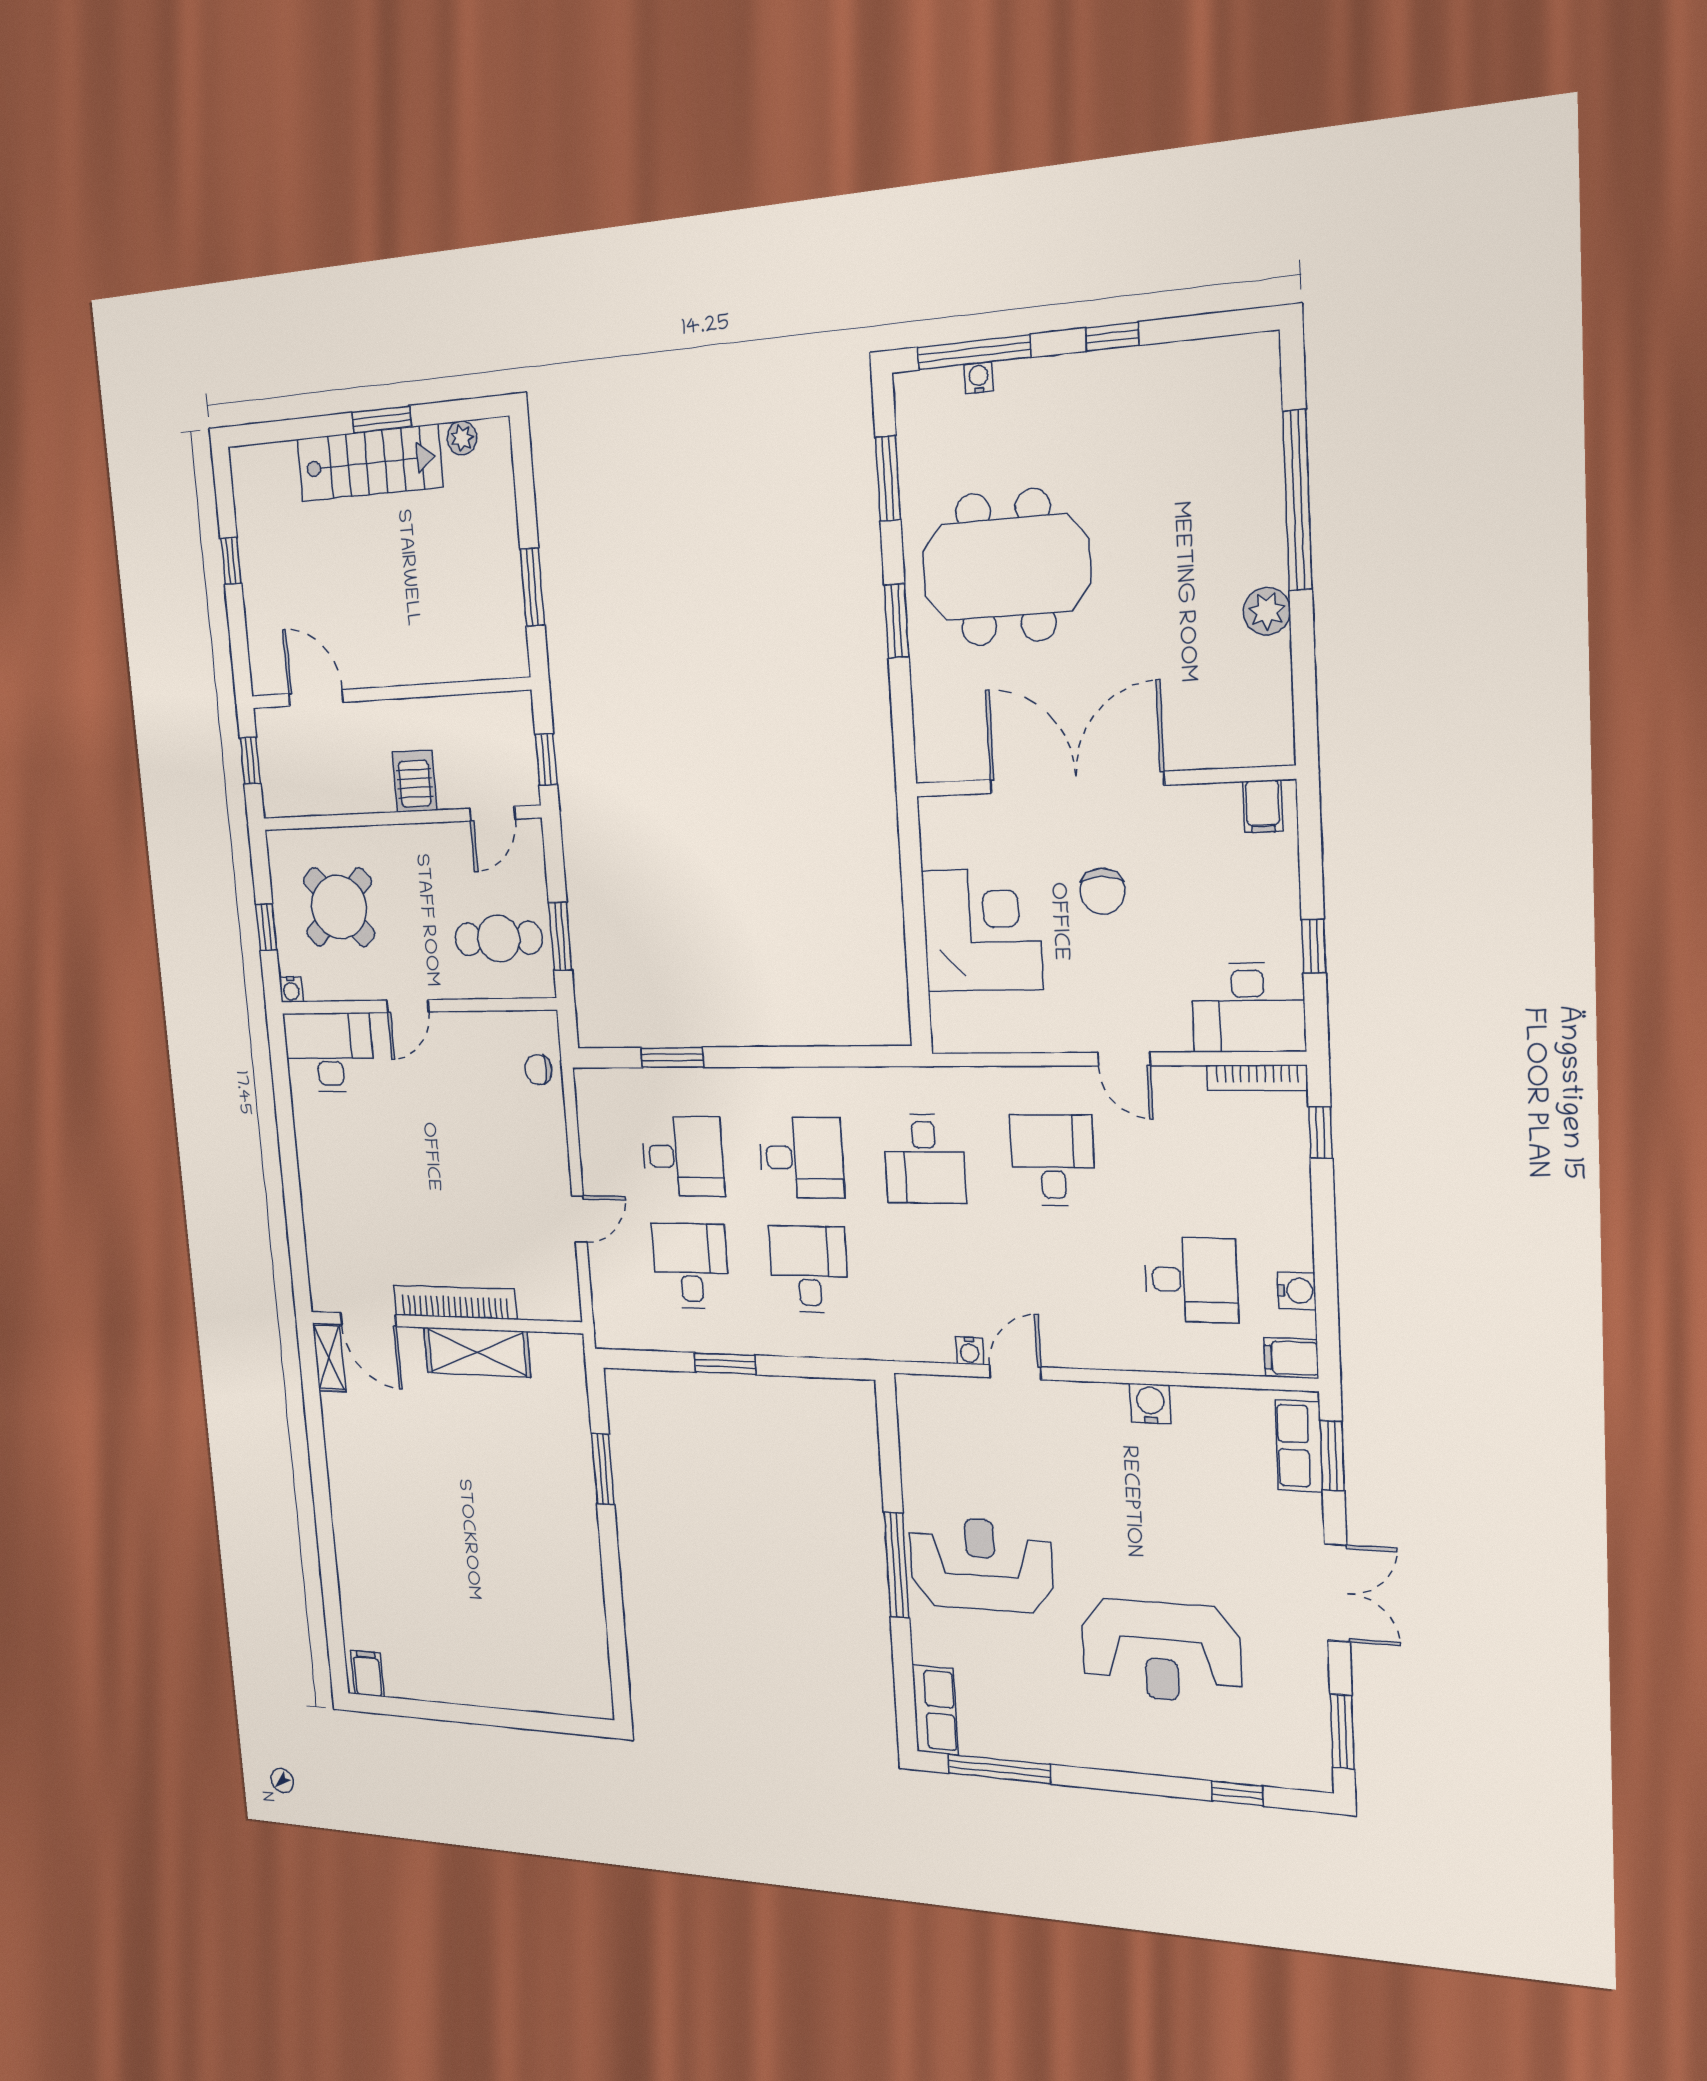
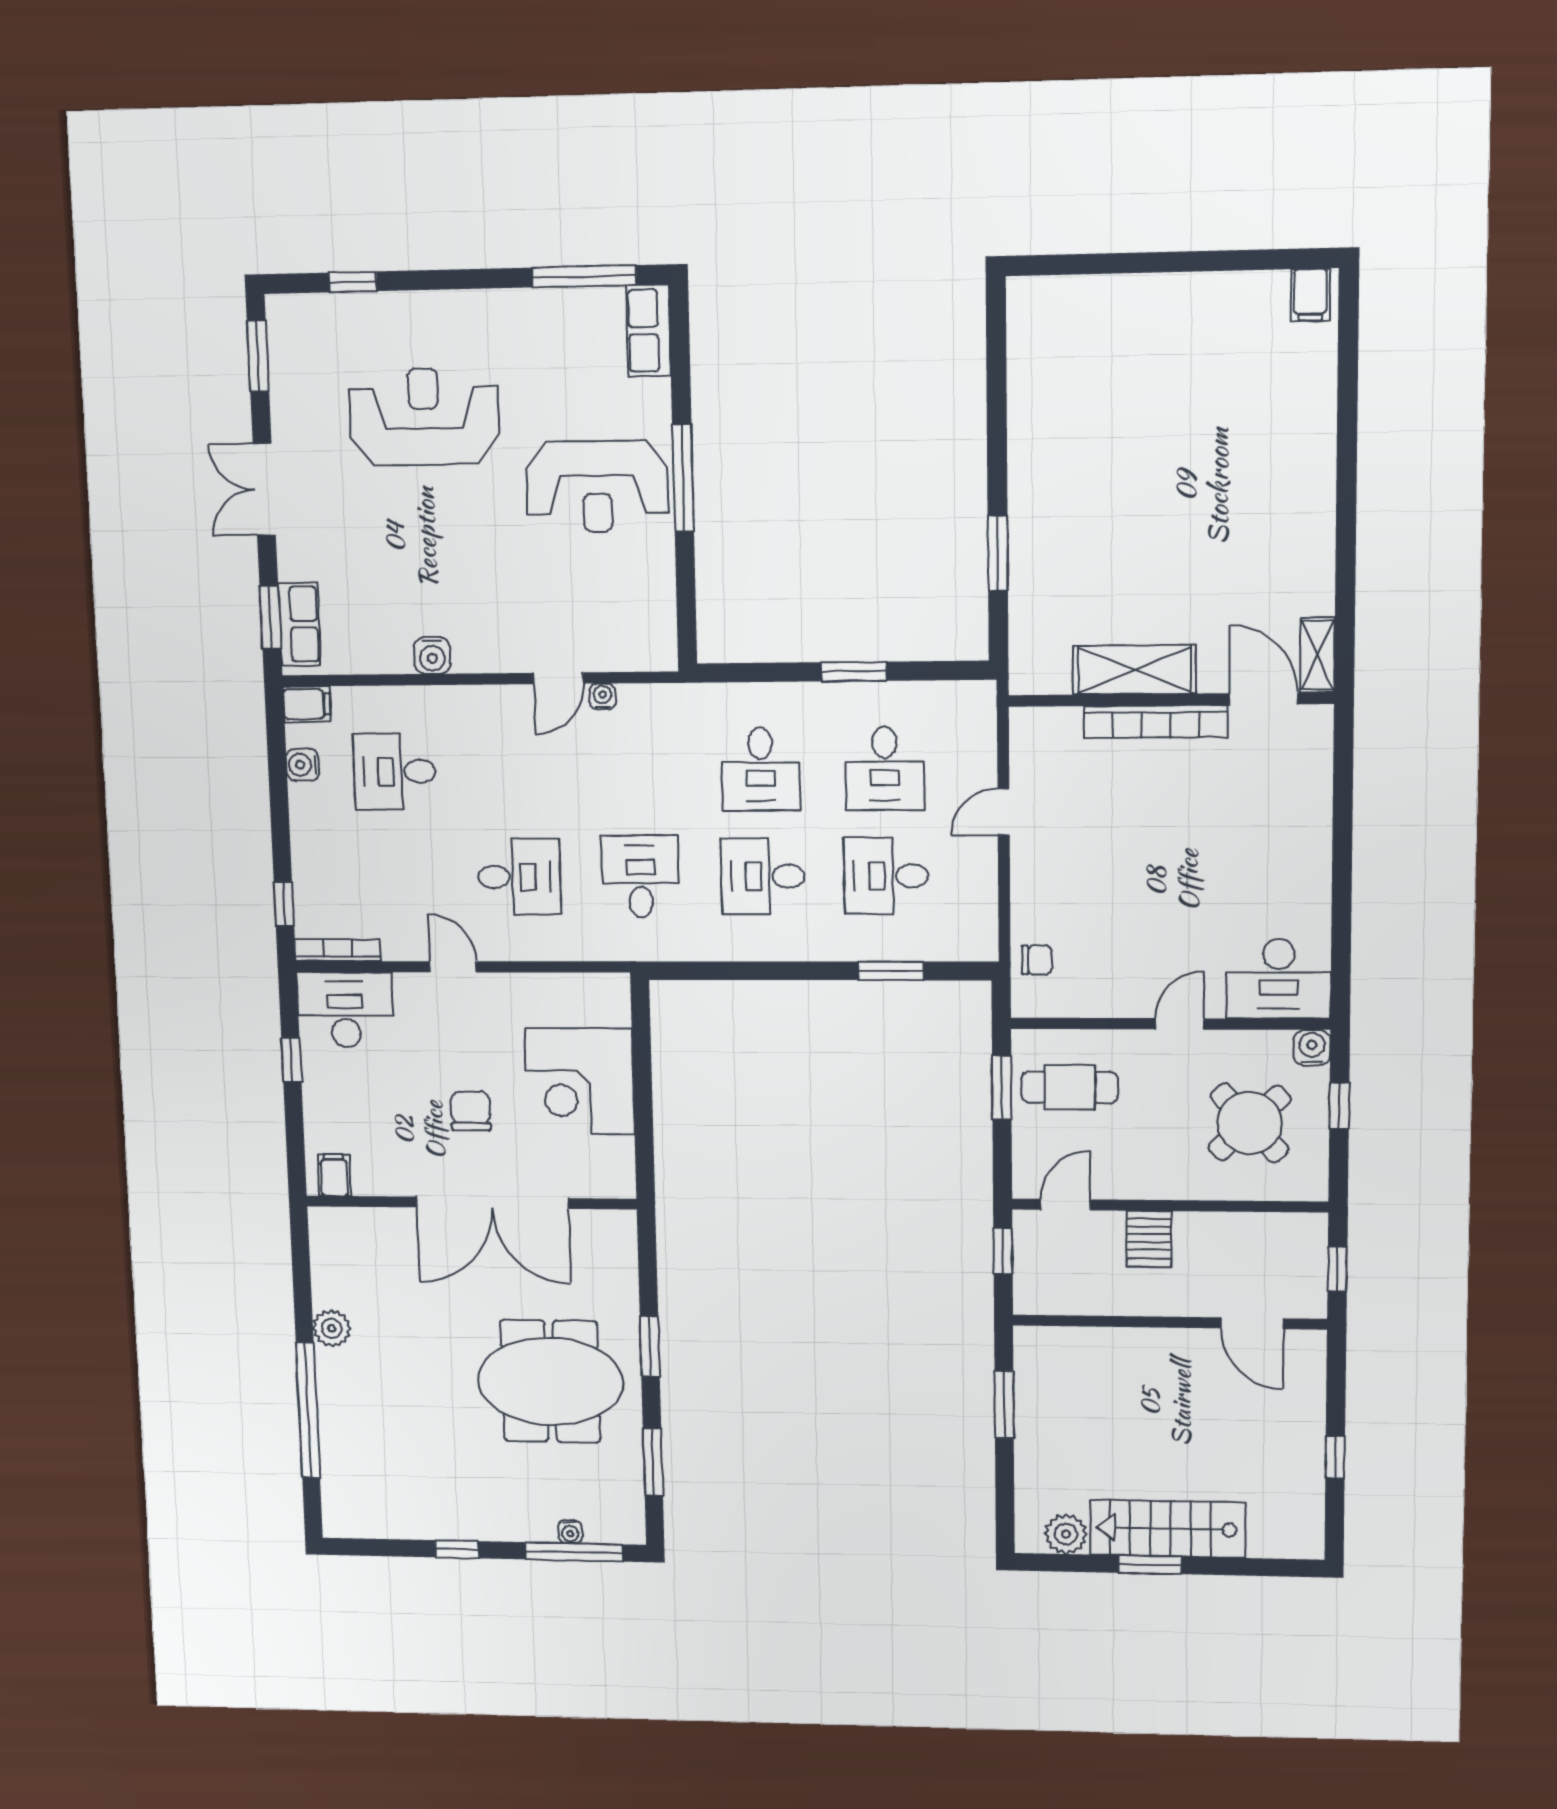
plant: (462, 438) -> (1066, 1534), width x1.38, depth x1.38
water cooler: (291, 989) -> (1312, 1048), width x1.38, depth x1.38
desk: (1053, 1160) -> (519, 877), turned -90

